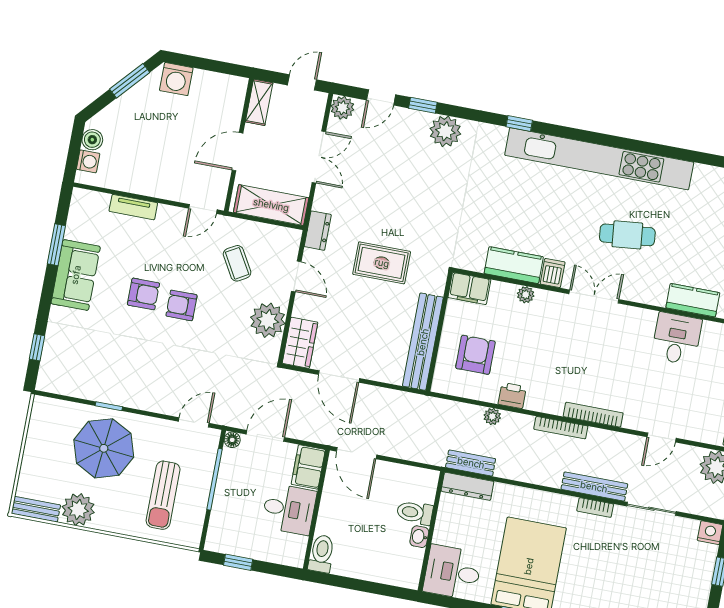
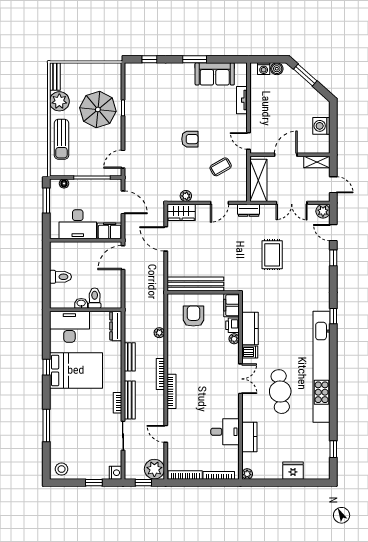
washing machine: (176, 79) -> (321, 126), moved
window: (130, 81) -> (305, 75), moved
plant: (445, 131) -> (321, 274), removed
door: (237, 152) -> (286, 155), hinge flipped
cafe table: (627, 235) -> (280, 392), width x1.37, depth x1.35
window: (56, 245) -> (195, 59), moved
rug: (382, 263) -> (272, 255), moved
sofa: (76, 275) -> (215, 74), moved
armchair: (143, 294) -> (192, 116), removed
armchair: (181, 305) -> (190, 139), turned 90
plant: (268, 320) -> (186, 196), width x0.53, depth x0.53
armchair: (475, 355) -> (193, 316), turned -90
door: (339, 377) -> (166, 239), hinge flipped
printer: (512, 395) -> (232, 325), moved, turned 180
door: (194, 422) -> (123, 159), swing flipped
floor lamp: (232, 440) -> (64, 183), moved
bench: (471, 463) -> (130, 357), moved
sun lounger: (163, 495) -> (61, 139), moved, turned -90
desk: (289, 509) -> (78, 224), width x1.37
toilet: (322, 554) -> (60, 277), moved
window: (238, 562) -> (46, 200), width x1.50
desk: (452, 572) -> (69, 327), width x1.37

